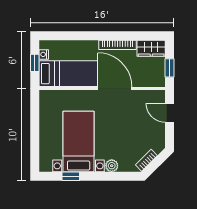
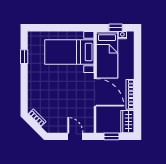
door: (115, 88) -> (95, 92), hinge flipped
door: (169, 113) -> (75, 136), hinge flipped
bed with nightstands: (79, 142) -> (69, 52), moved, turned 180
plant: (112, 166) -> (33, 90), removed

